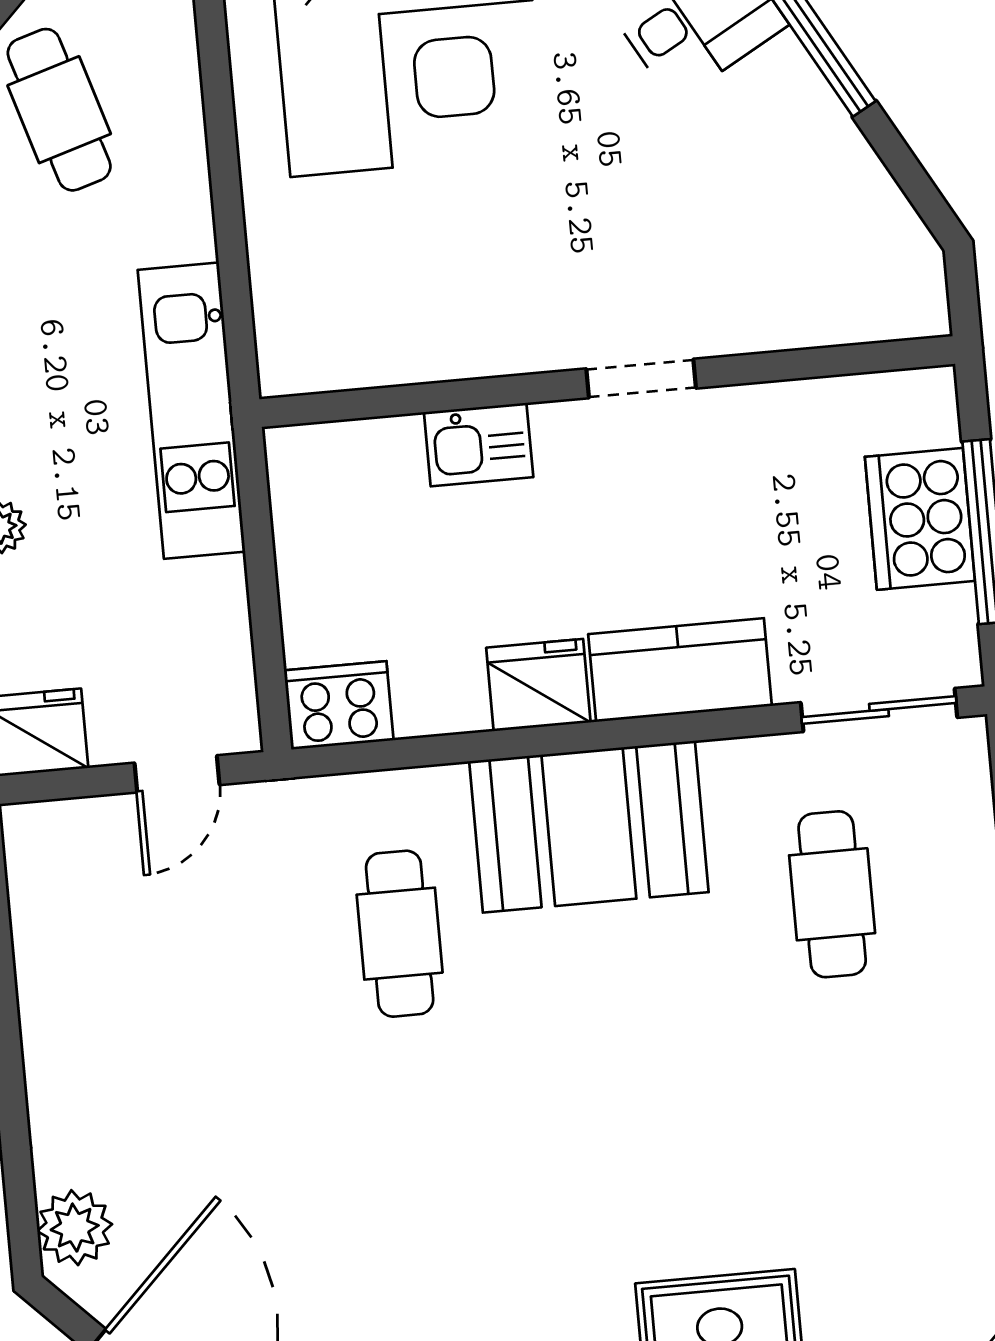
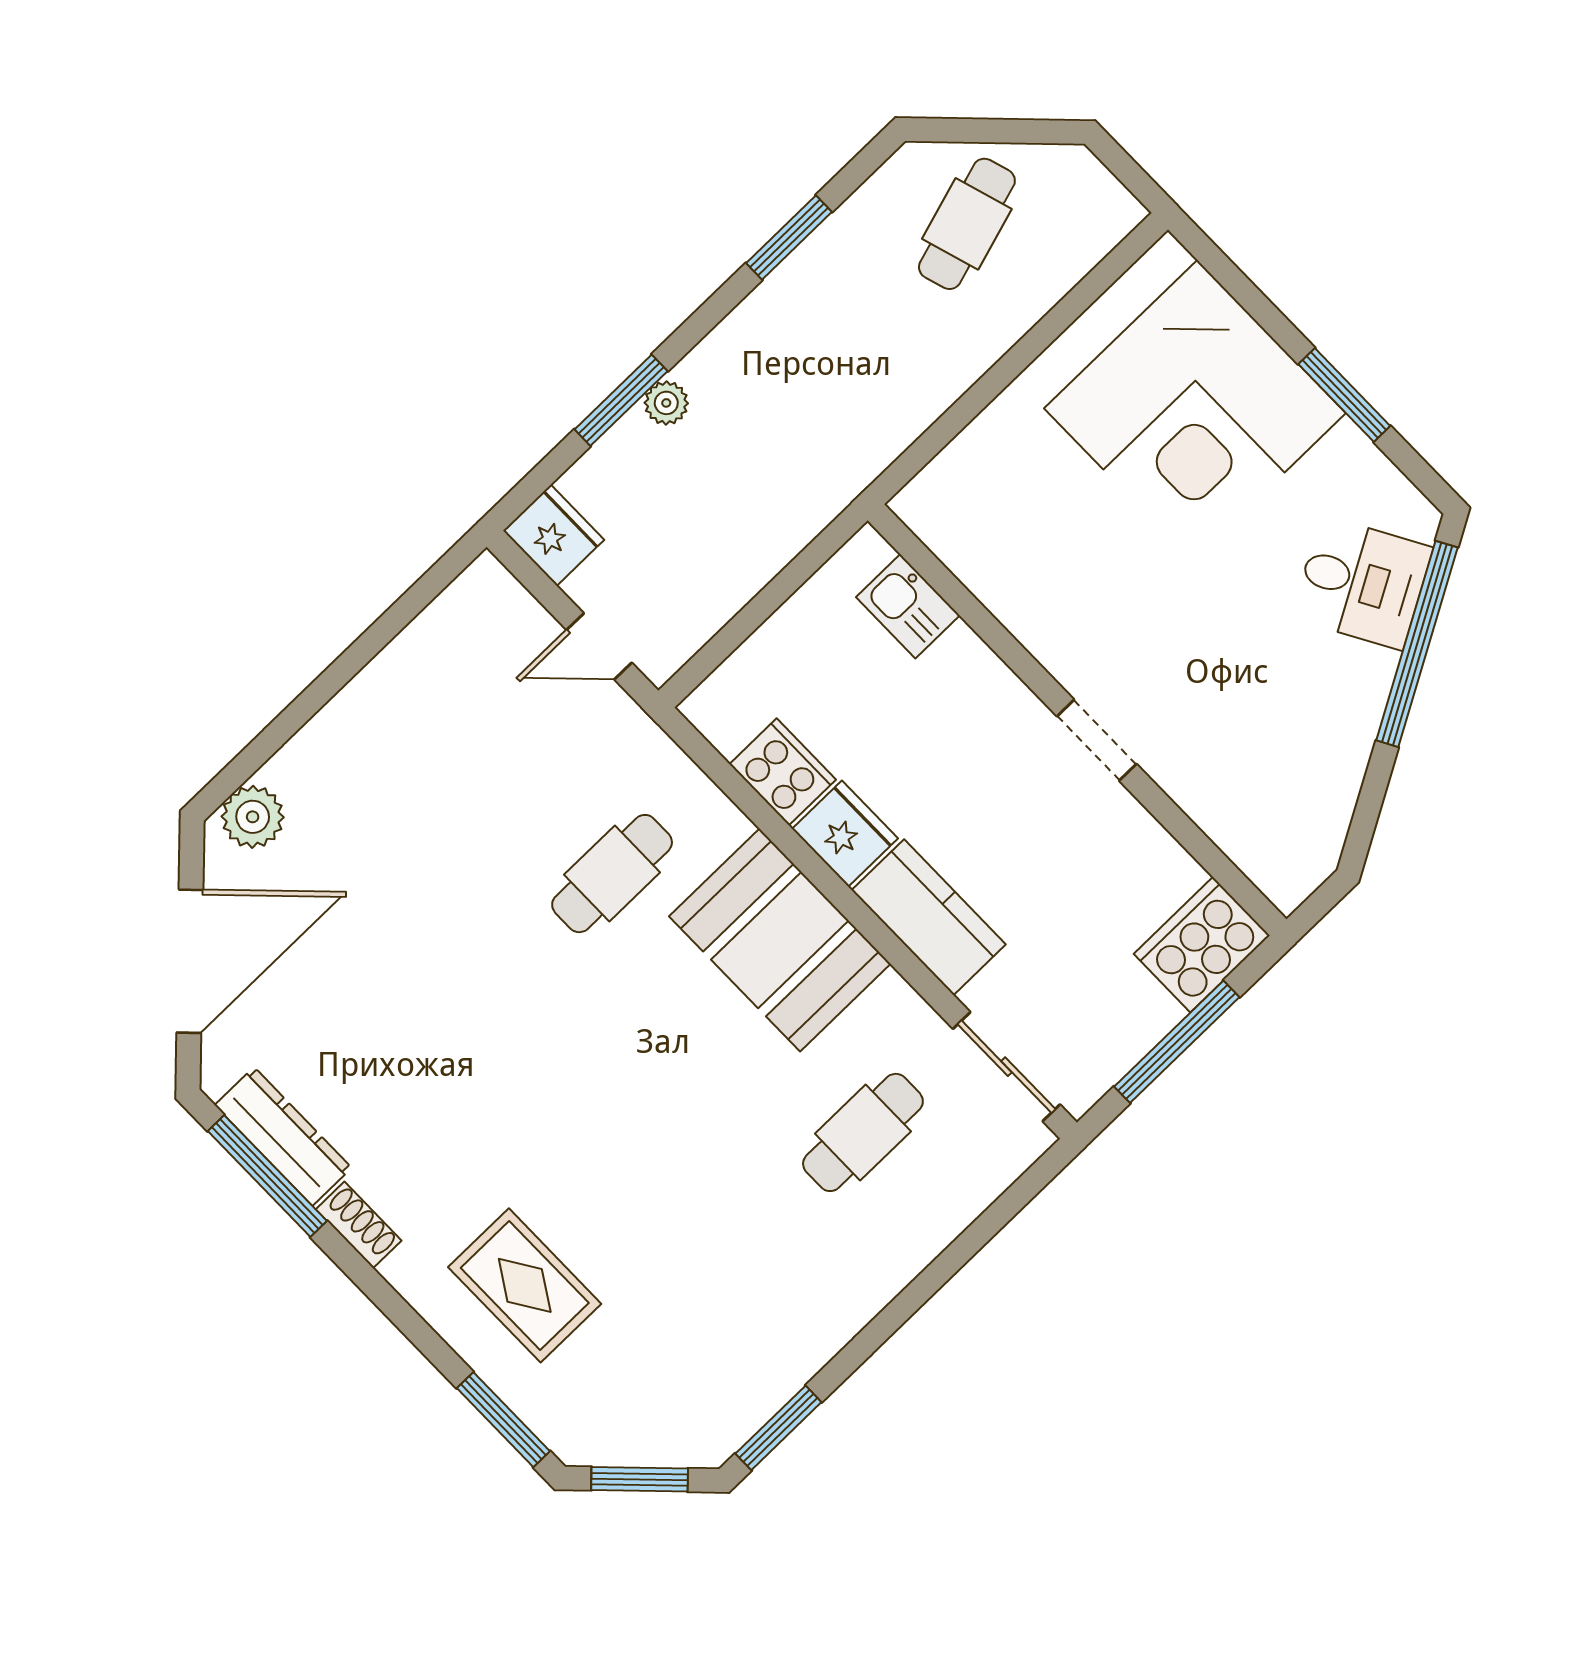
kitchen unit: (191, 411) -> (841, 466), removed
kitchen sink: (479, 445) -> (908, 606), moved
cooker: (920, 519) -> (1202, 945), moved
cooker: (339, 705) -> (783, 772), moved

